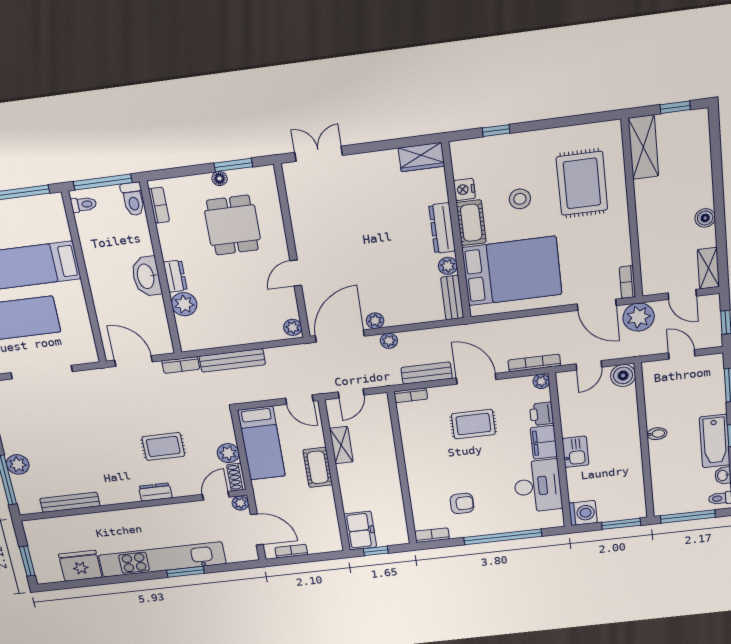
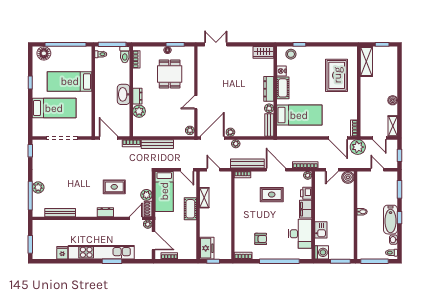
stool: (520, 199) -> (291, 54), moved
bed: (512, 271) -> (299, 115), width x0.67
bench: (427, 373) -> (247, 163), width x1.36
door: (351, 394) -> (213, 170), swing flipped
kitchen sink: (575, 452) -> (321, 230), moved
fridge: (80, 566) -> (62, 253), width x0.53, depth x0.75

